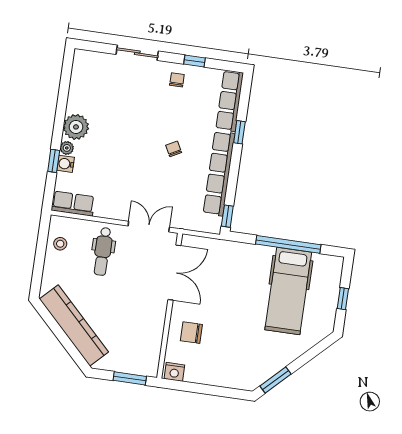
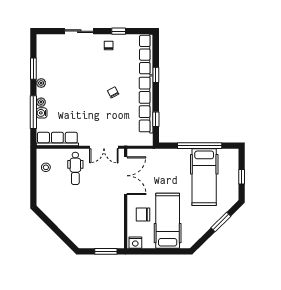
window: (63, 98) -> (33, 69), added
plant: (76, 127) -> (41, 83), width x0.53, depth x0.53
window: (54, 161) -> (33, 112), width x2.17
row of seats: (73, 204) -> (57, 139), width x1.48
window: (227, 216) -> (156, 119), moved
double door: (149, 227) -> (104, 147), swing flipped
kitchen counter: (74, 325) -> (63, 221), removed
hospital bed: (226, 347) -> (168, 221), added
window: (276, 380) -> (221, 222), moved

